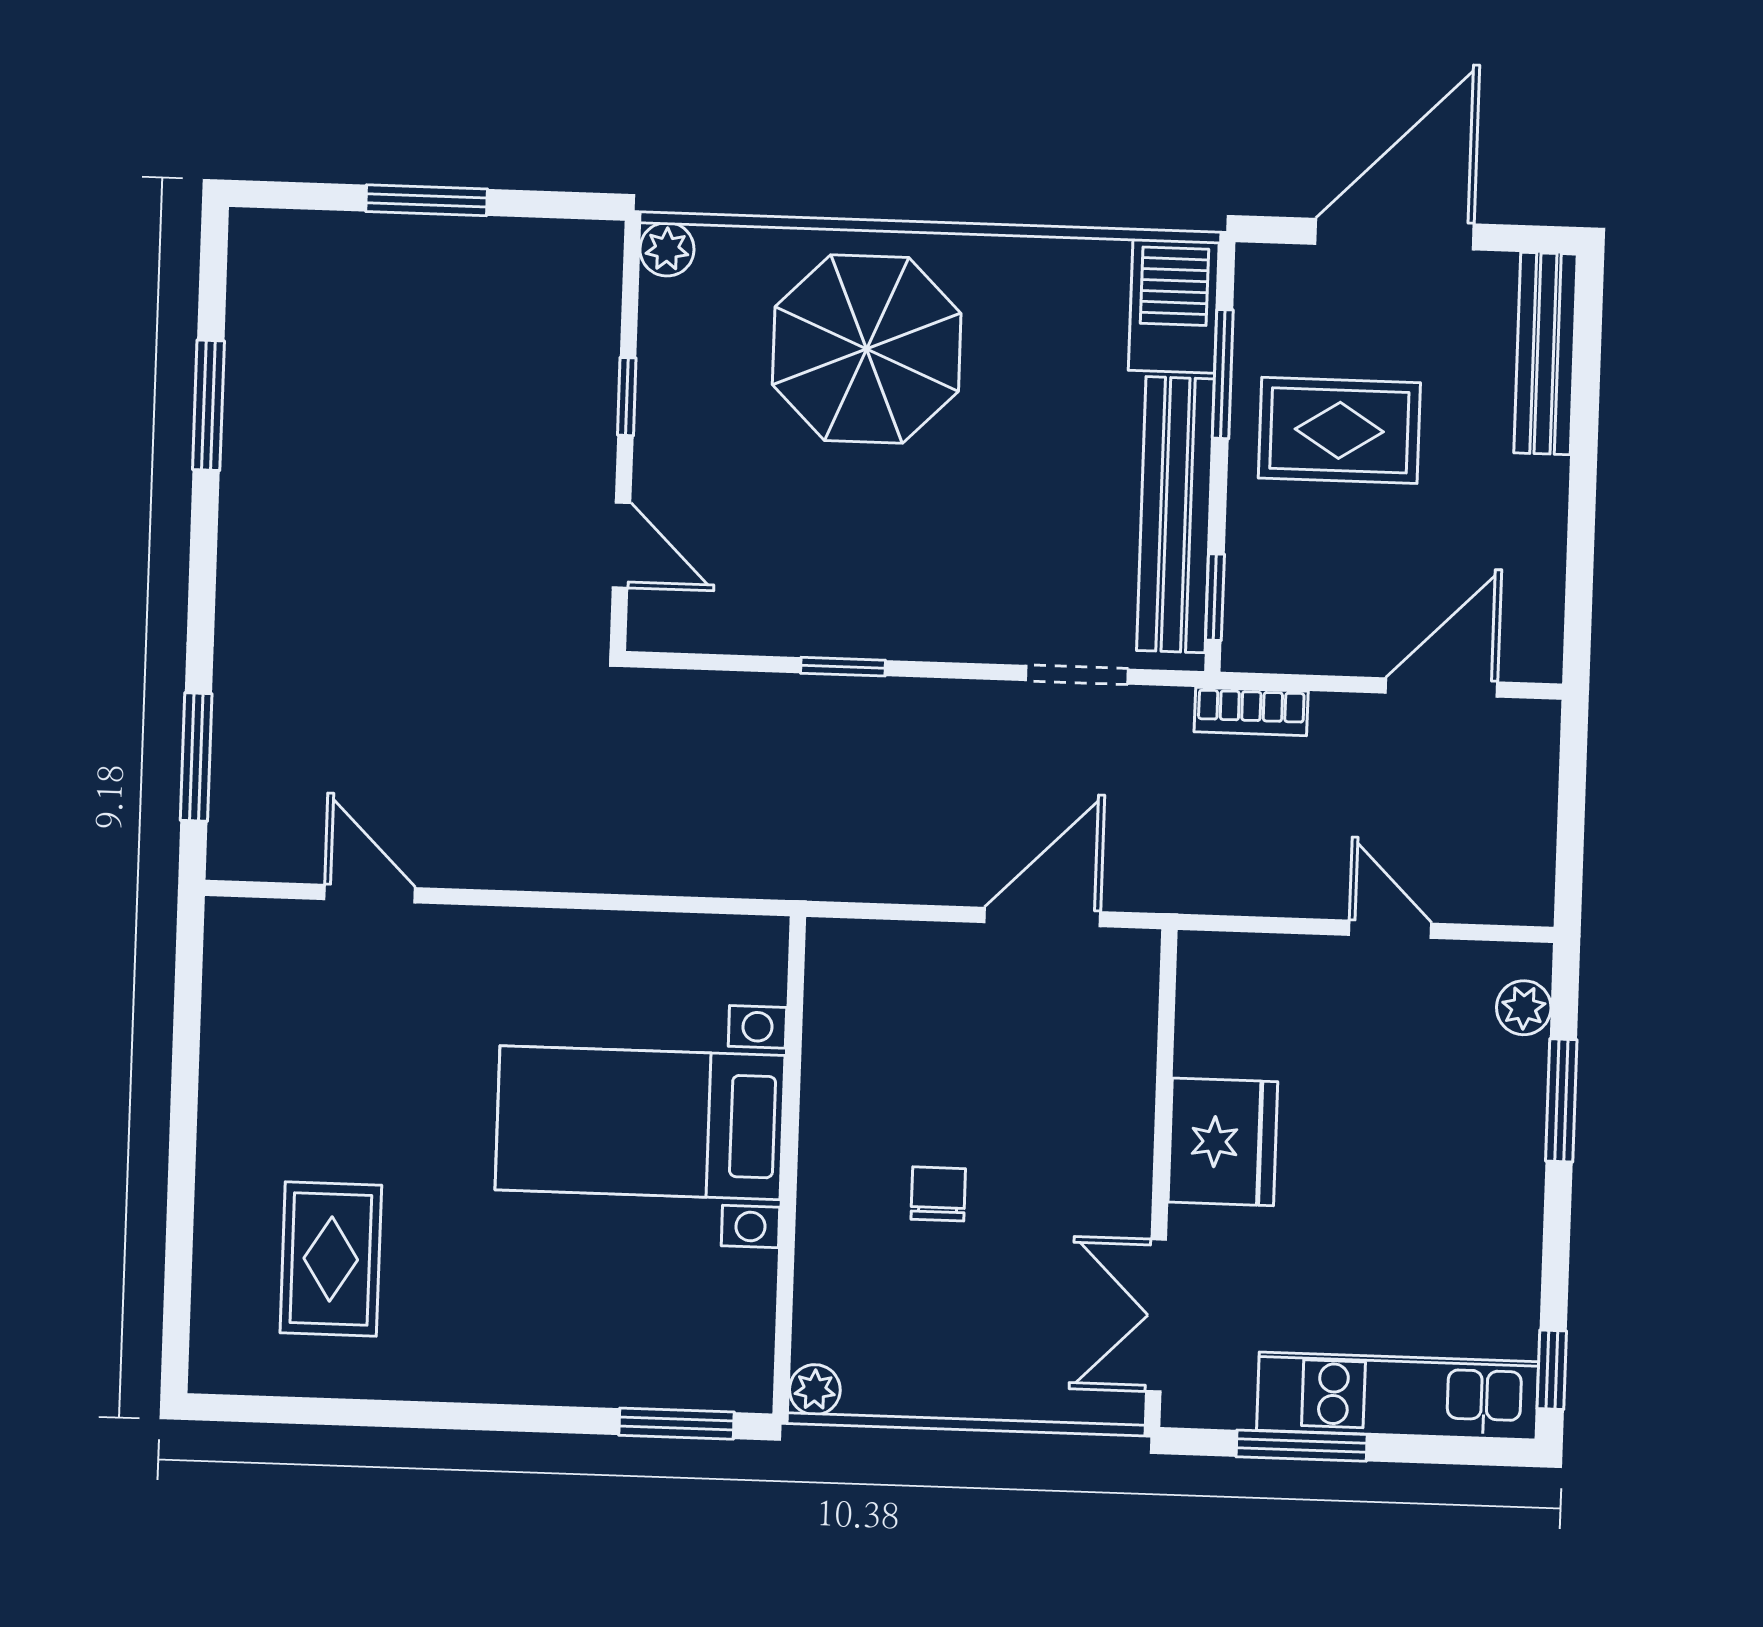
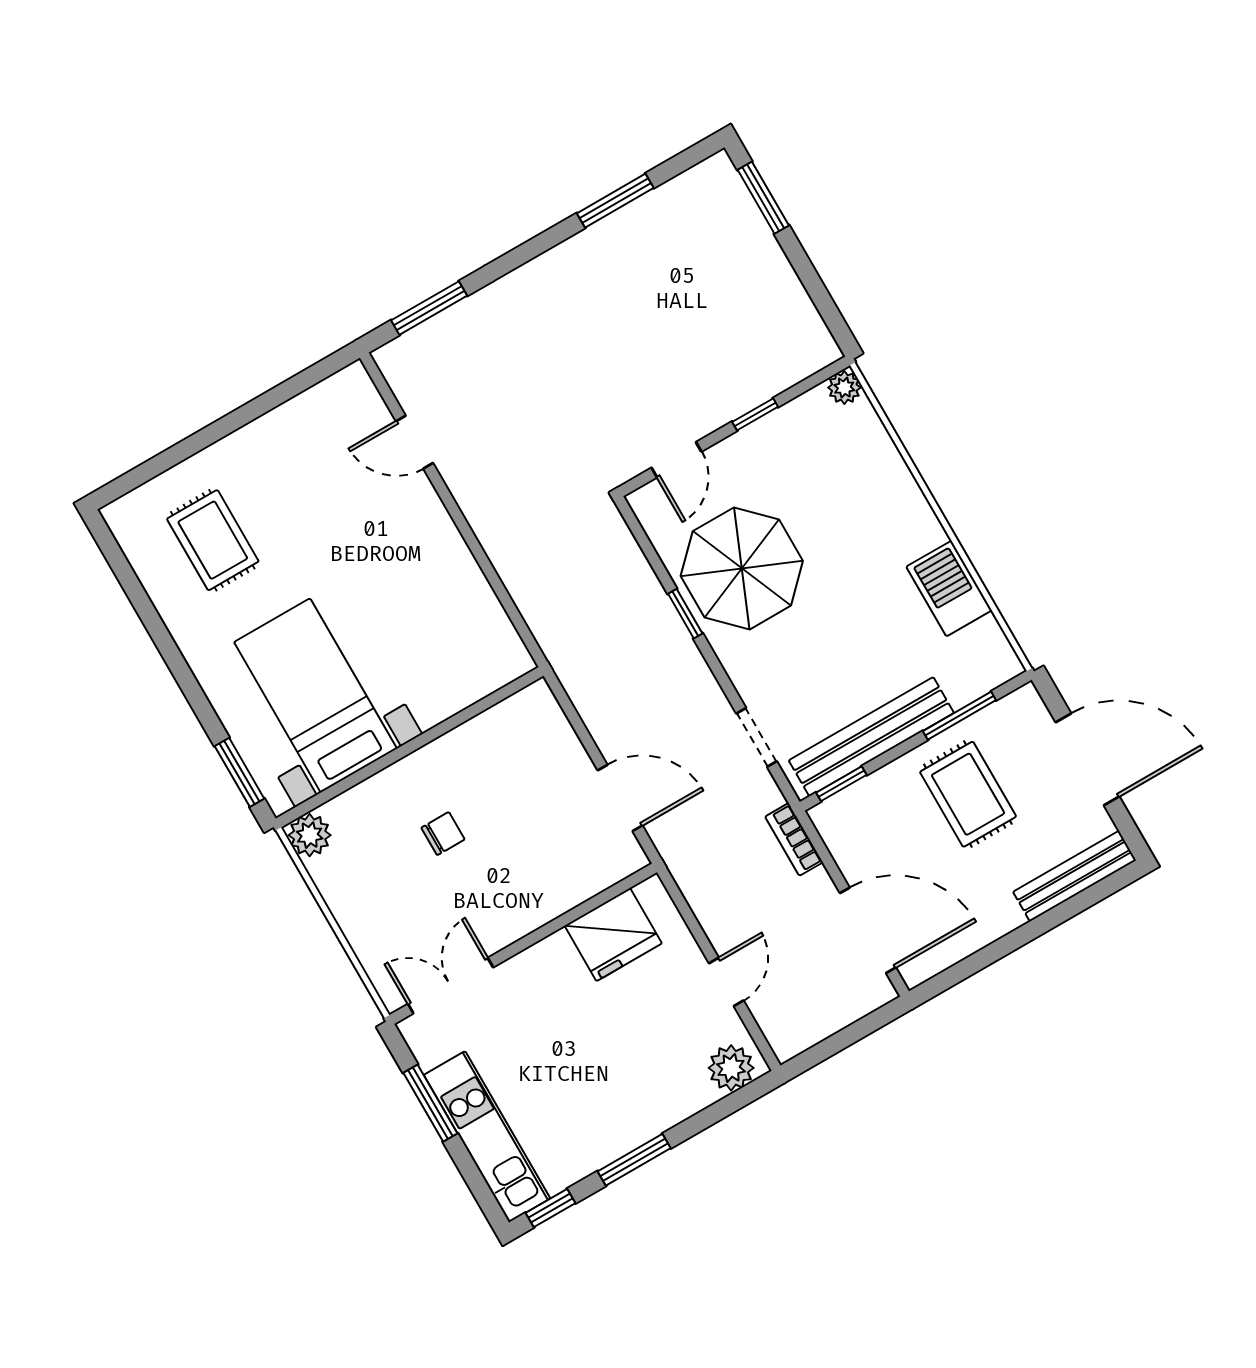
window: (427, 200) -> (763, 198), moved
barbecue: (1174, 306) -> (949, 589), moved, turned -90
parasol: (867, 349) -> (742, 568), moved
door: (1442, 688) -> (868, 930), width x1.36
door: (370, 894) -> (415, 442), swing flipped
plant: (1524, 1008) -> (731, 1068), width x1.38, depth x1.38
window: (1561, 1100) -> (634, 1160), moved
bed with nightstands: (640, 1123) -> (315, 695), moved
fridge: (1223, 1142) -> (613, 935), moved
rug: (331, 1259) -> (213, 540), turned 90
plant: (815, 1390) -> (310, 835), width x1.38, depth x1.38

